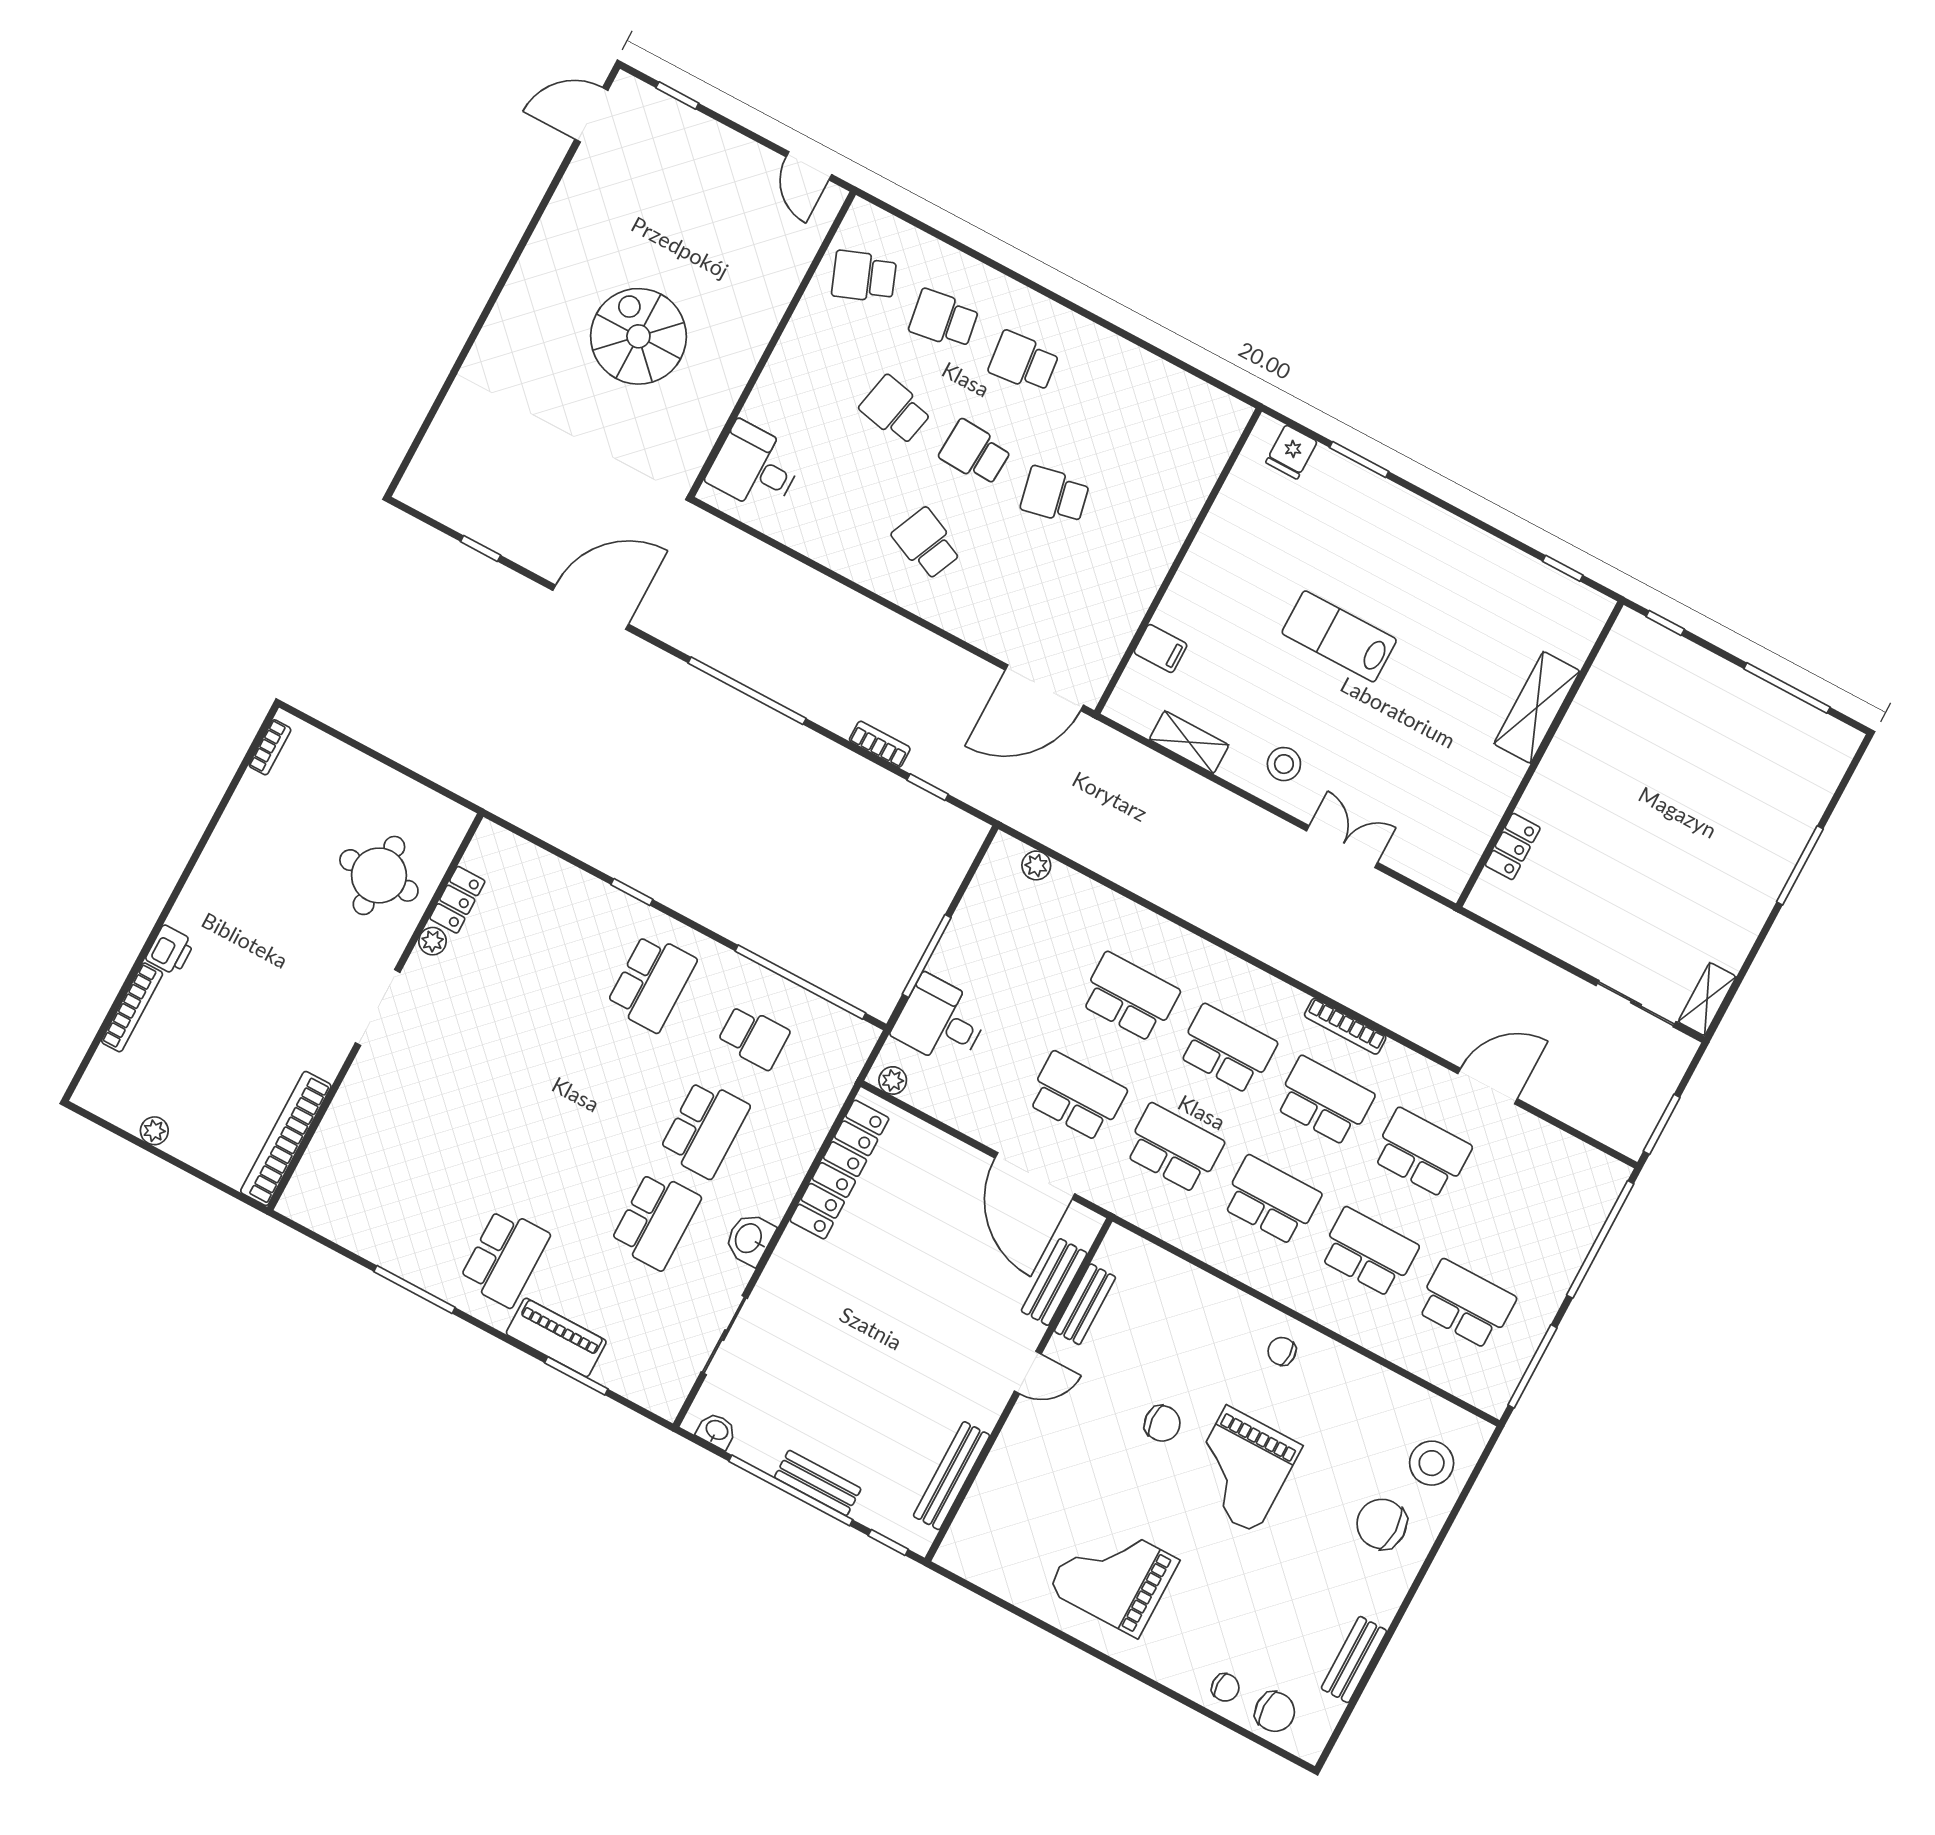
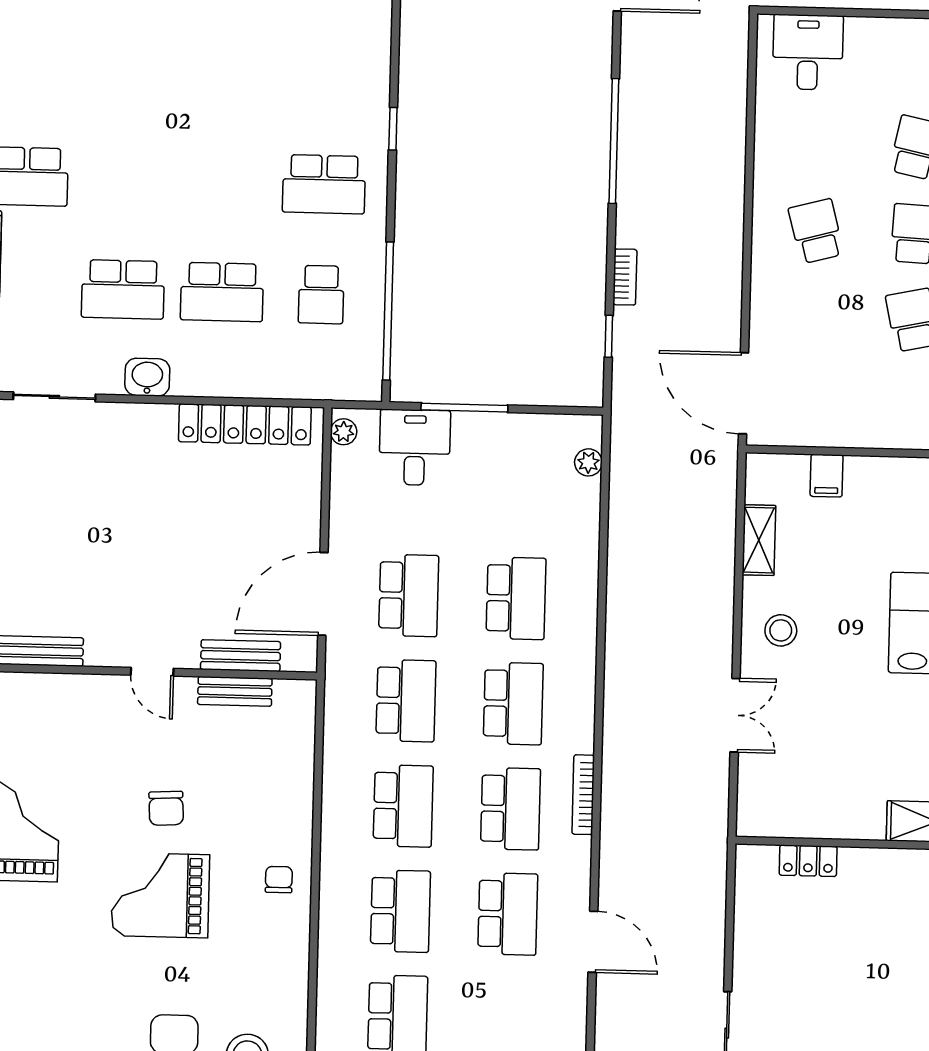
school desk: (927, 544) -> (816, 231), turned -39

